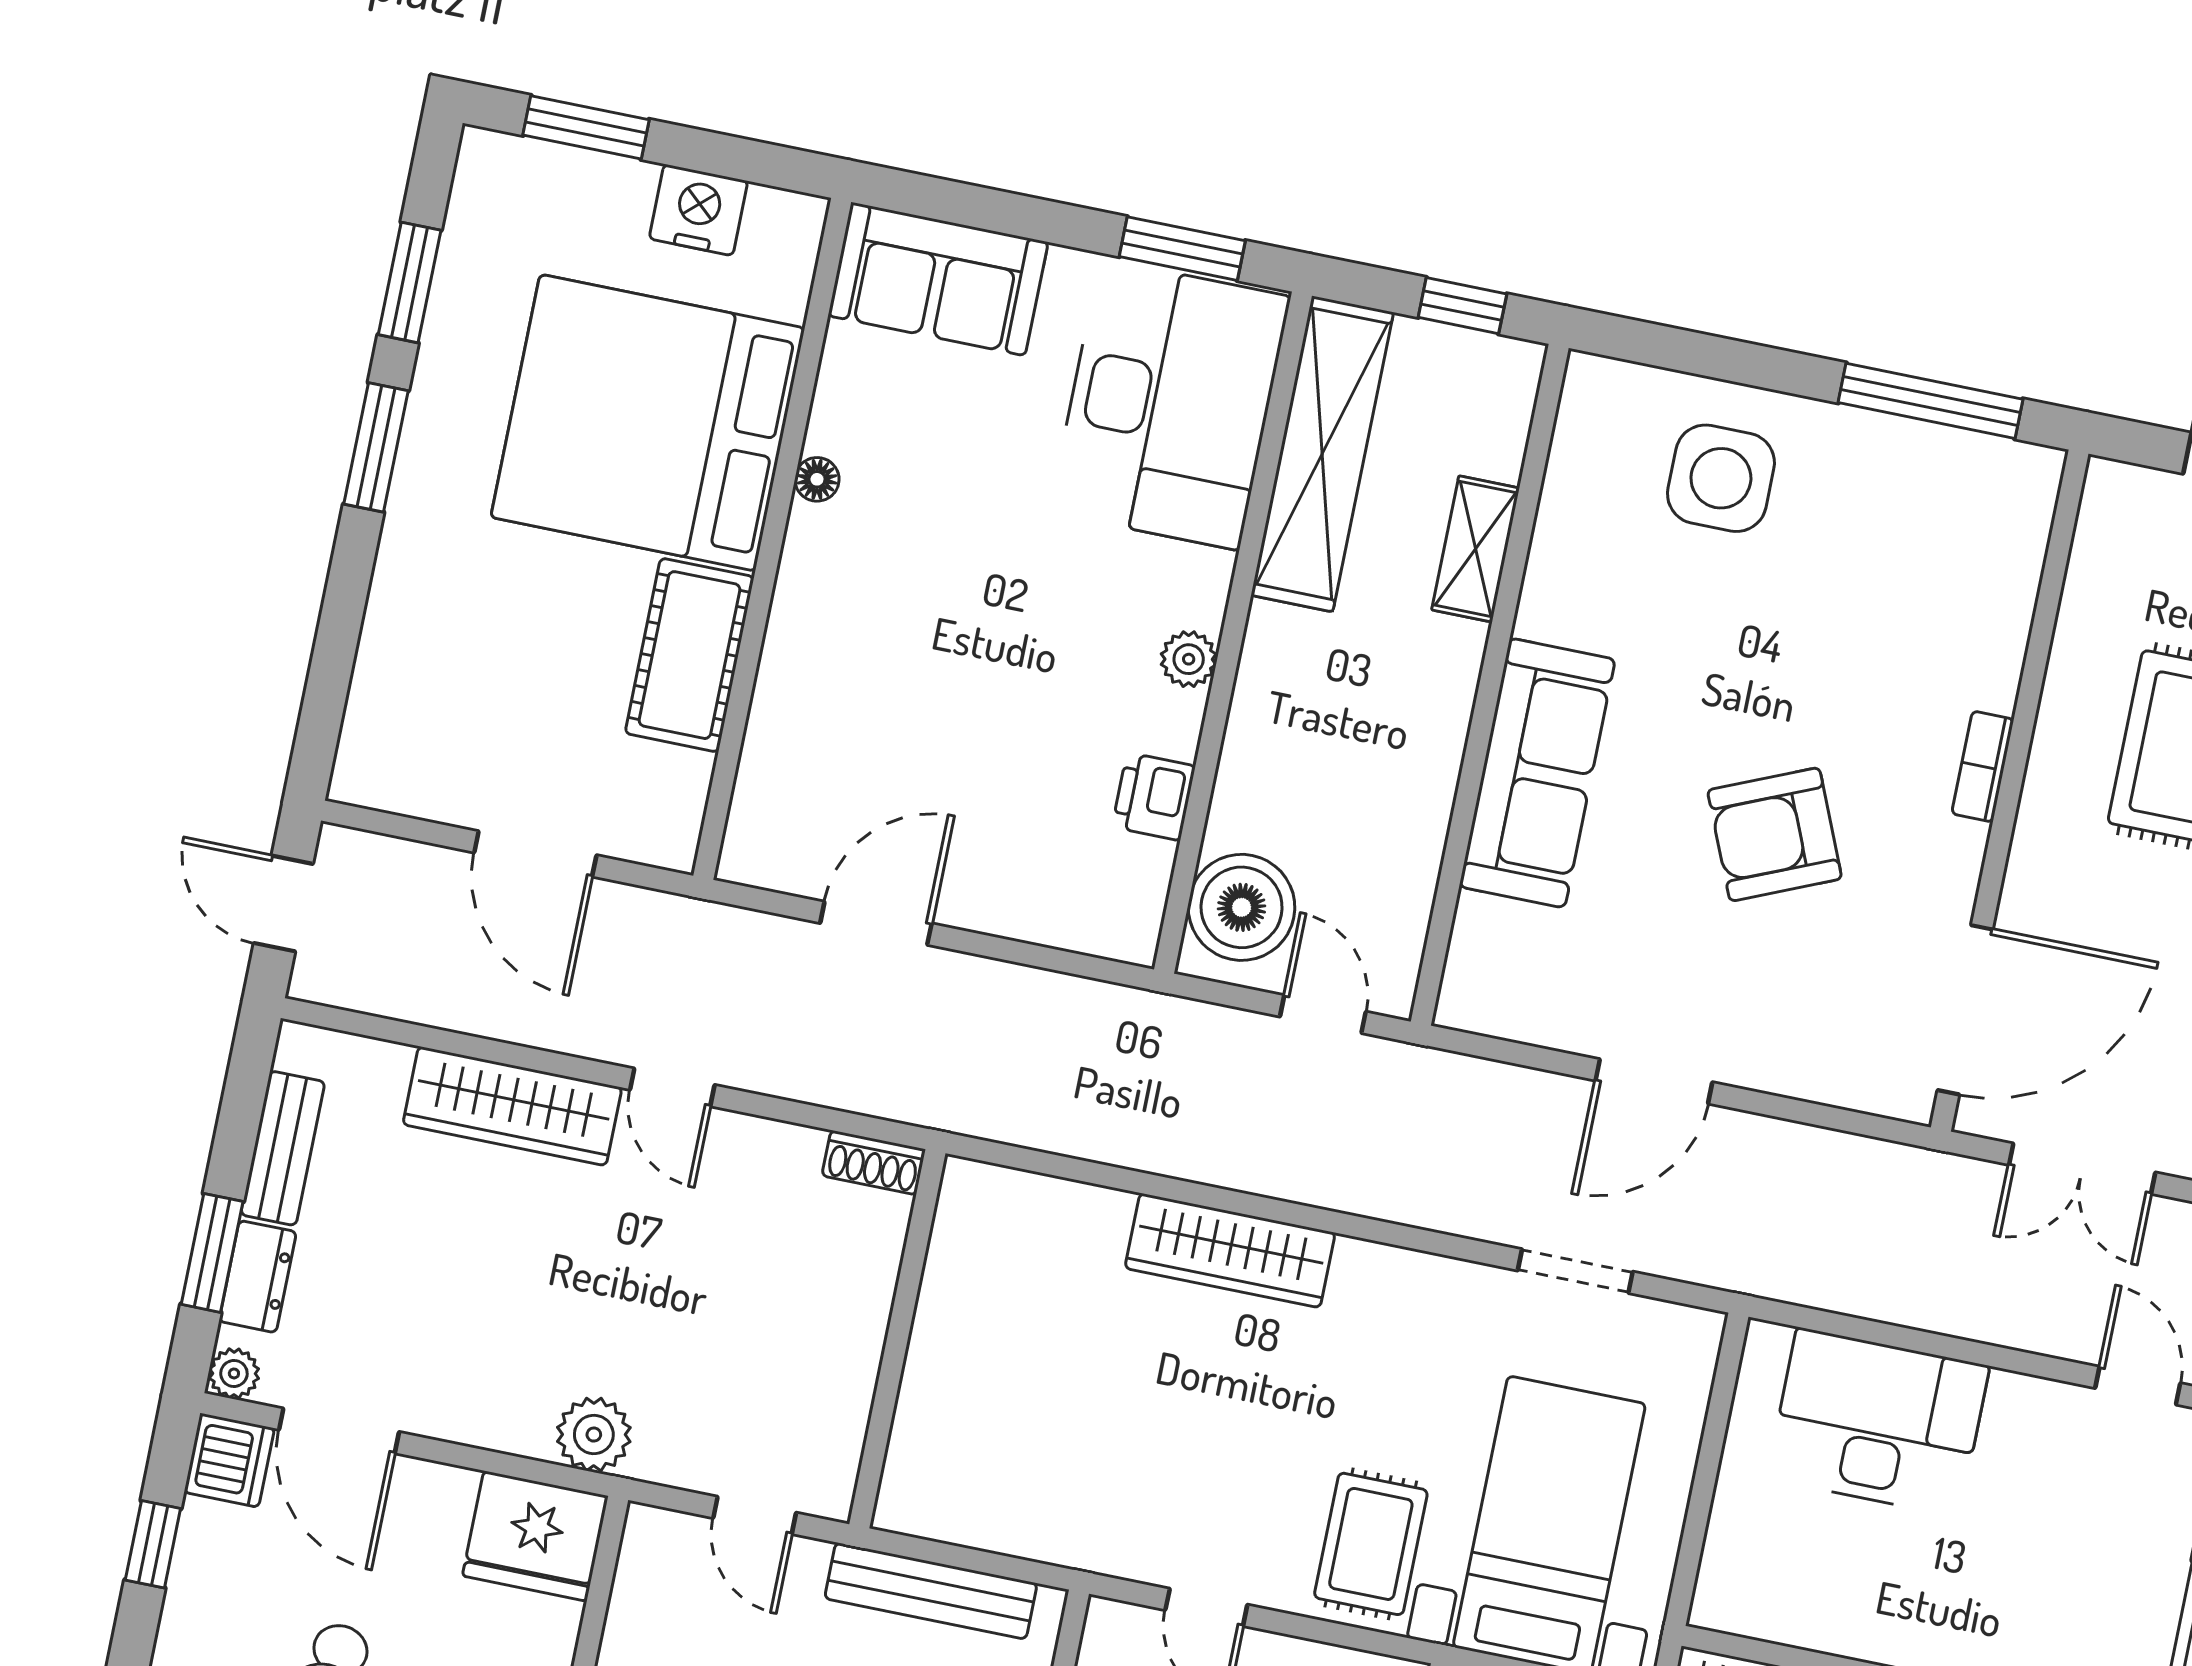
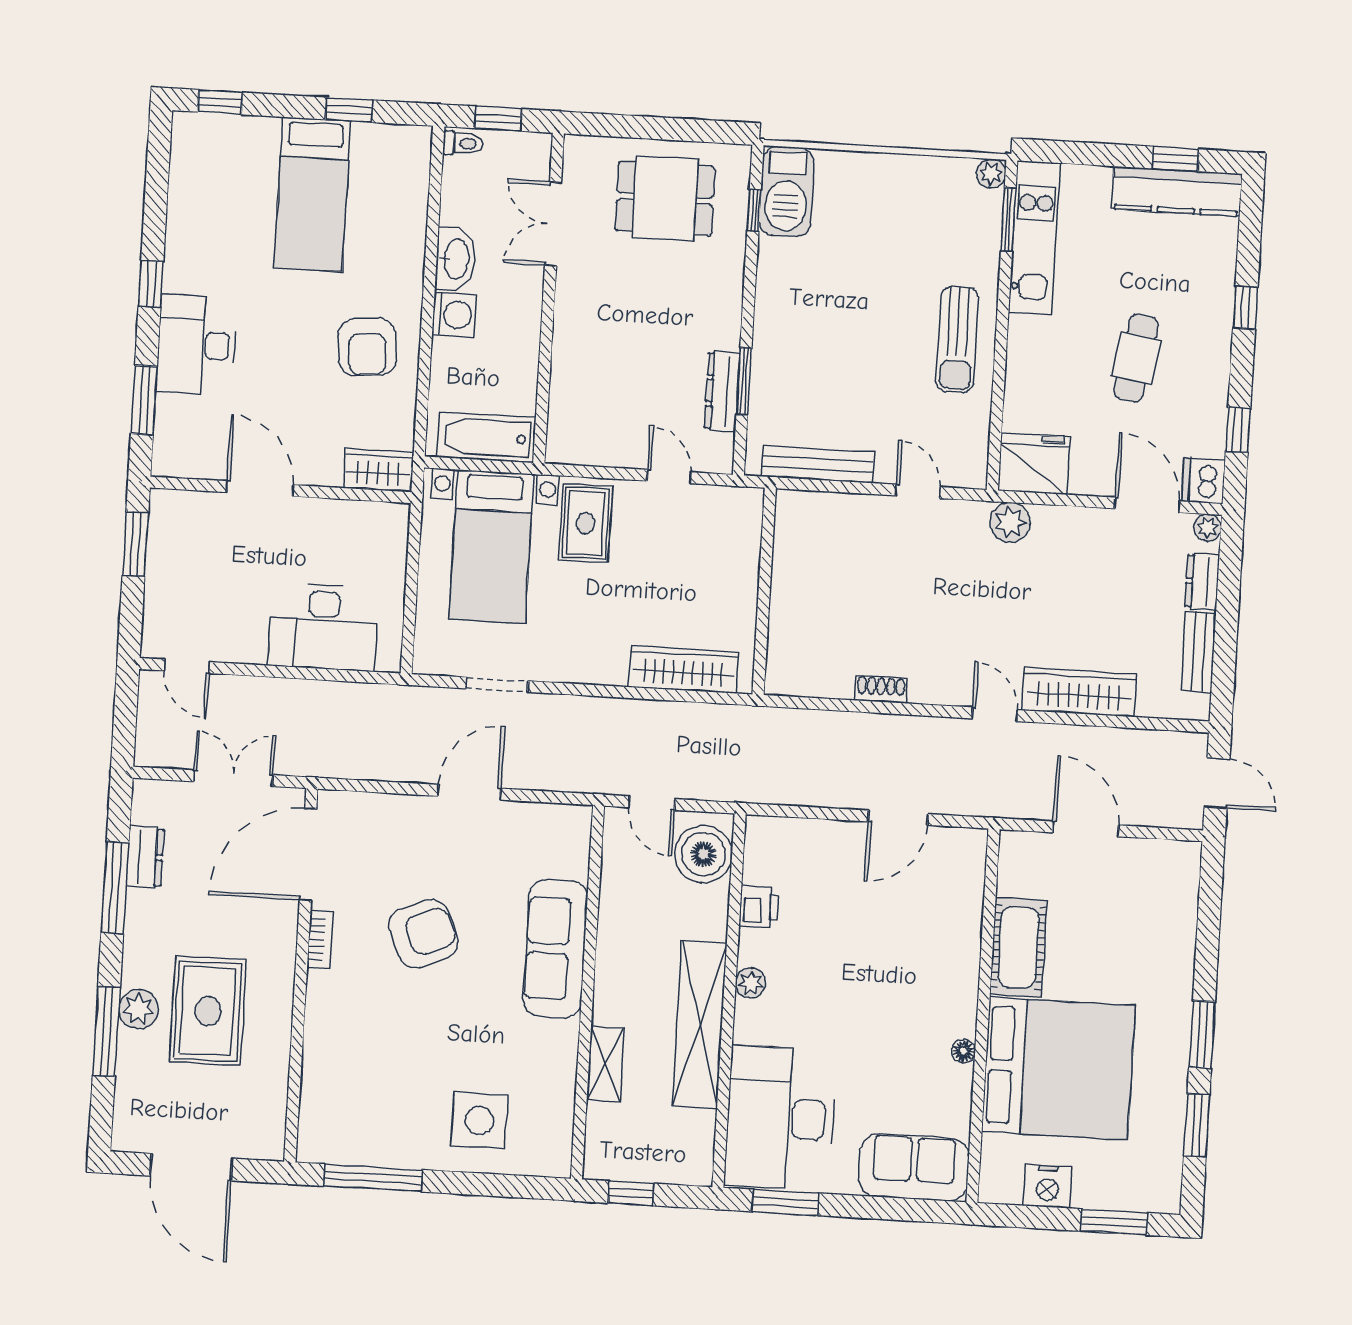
shelving: (1322, 454) -> (699, 1024), moved
bookcase: (1983, 766) -> (320, 939), moved
window: (212, 1253) -> (1228, 591), removed
wall: (897, 1339) -> (764, 591), moved

